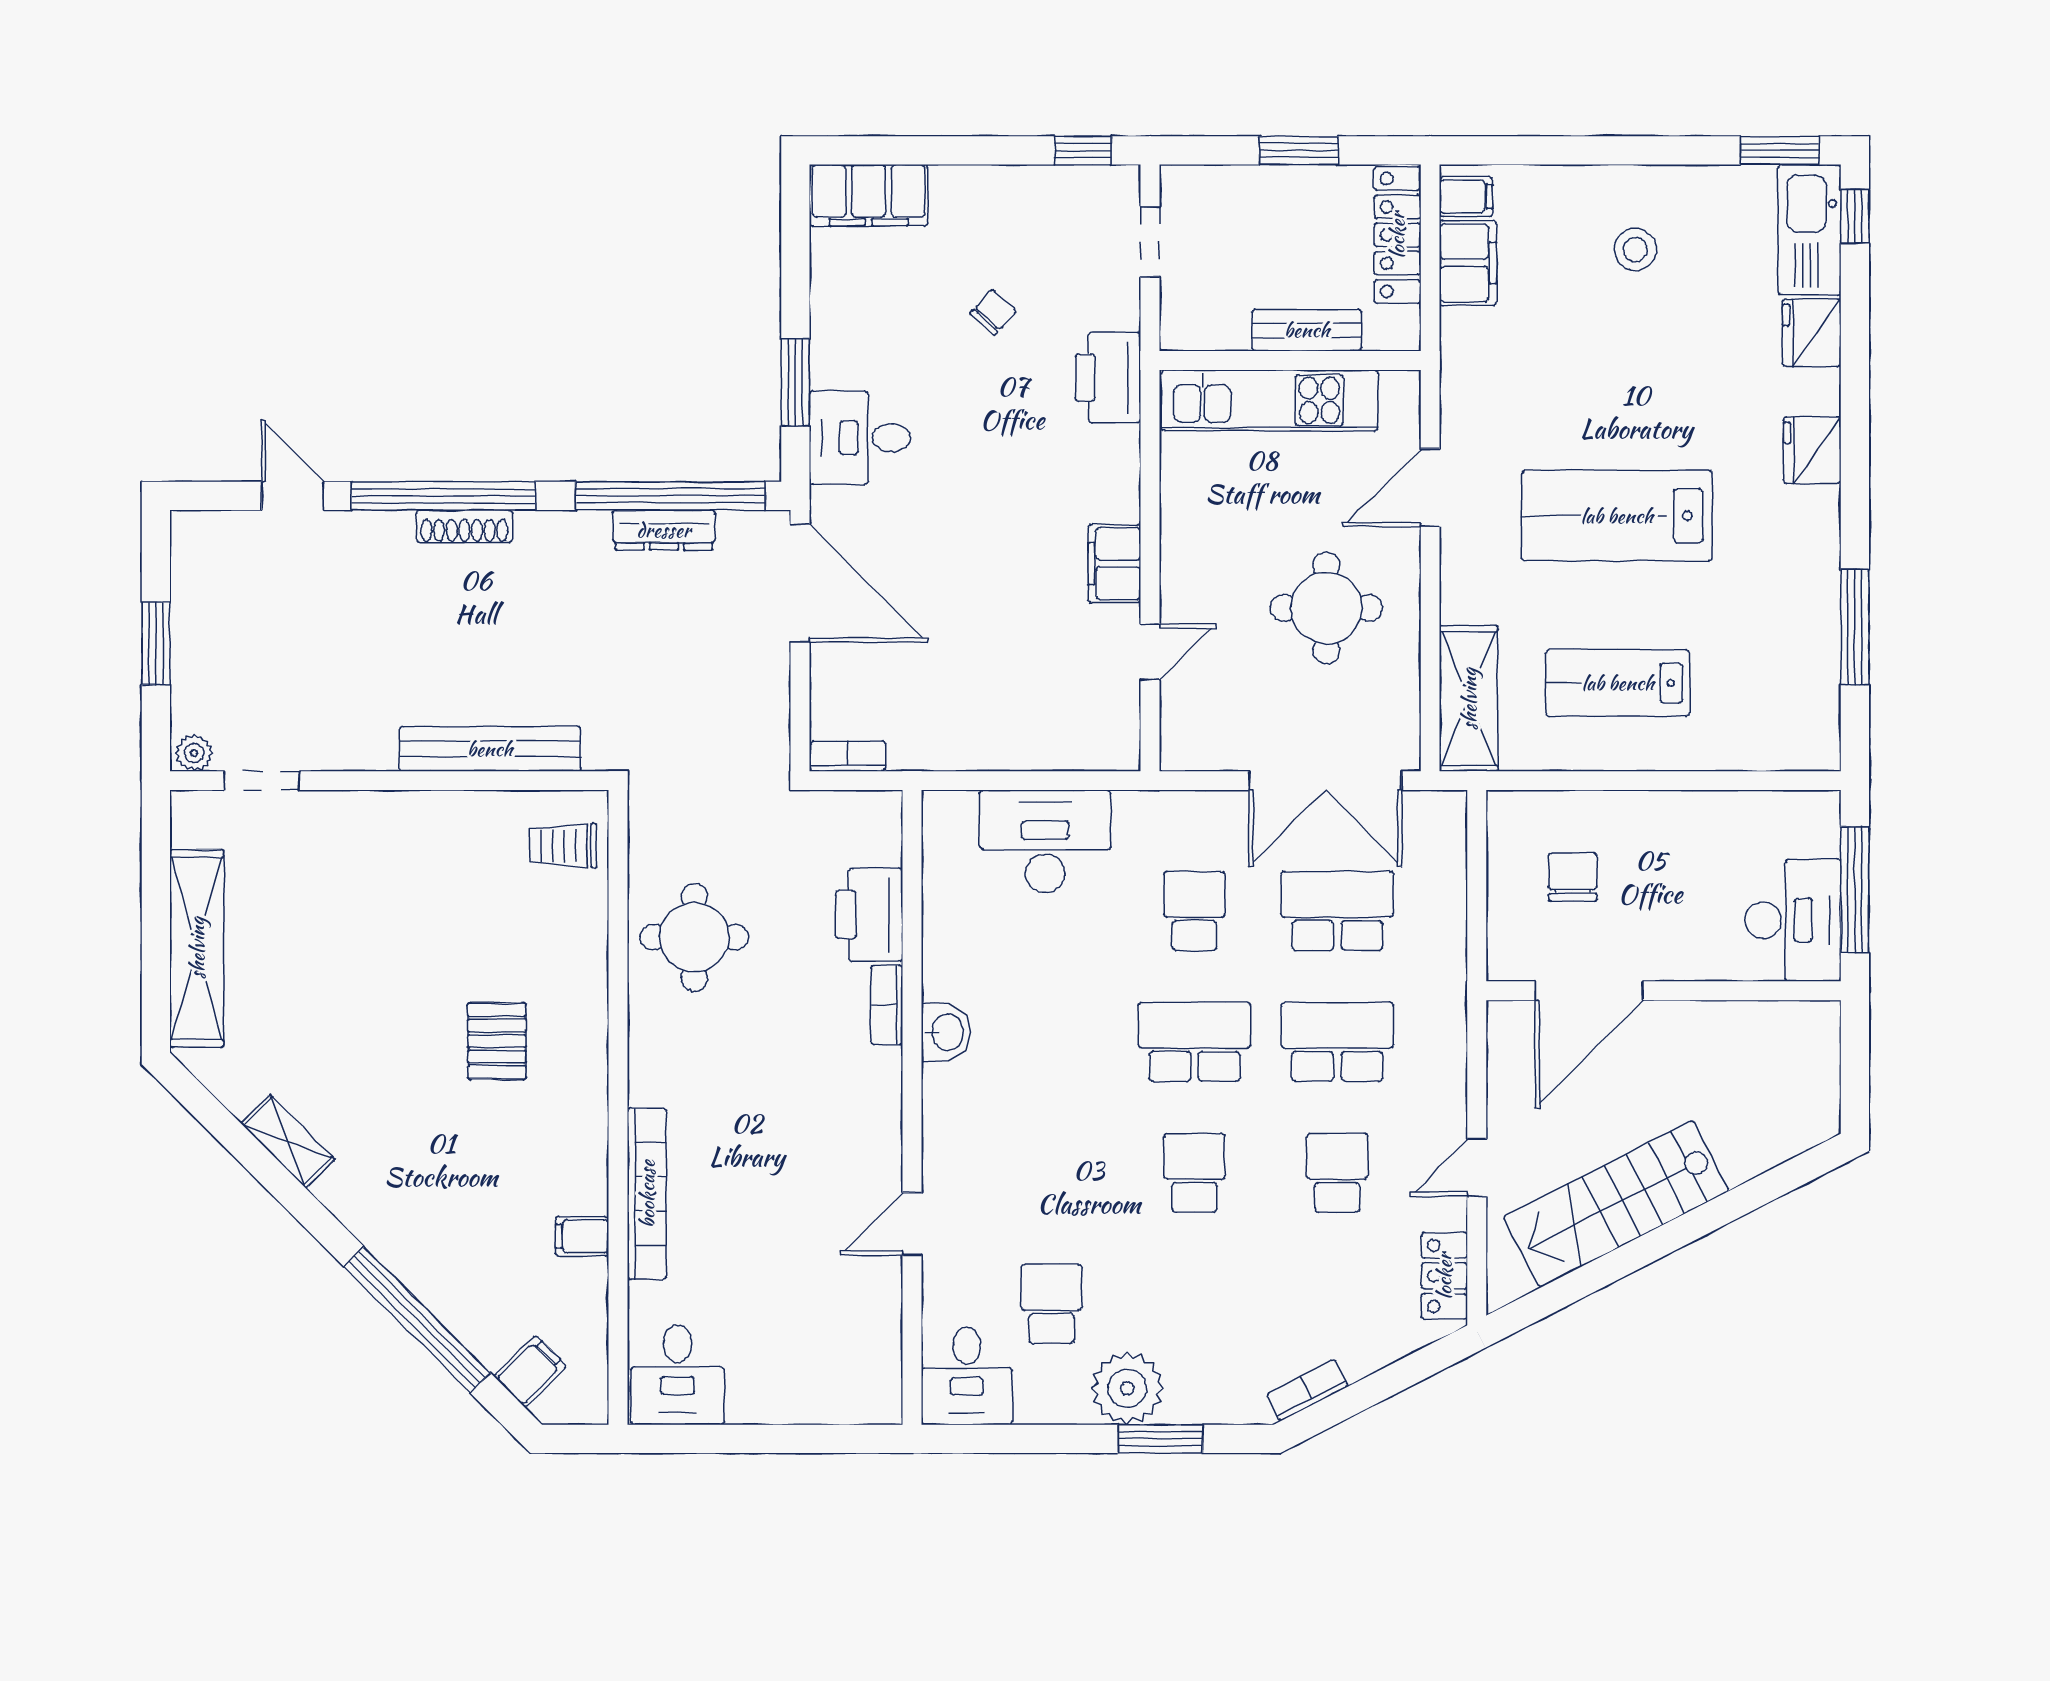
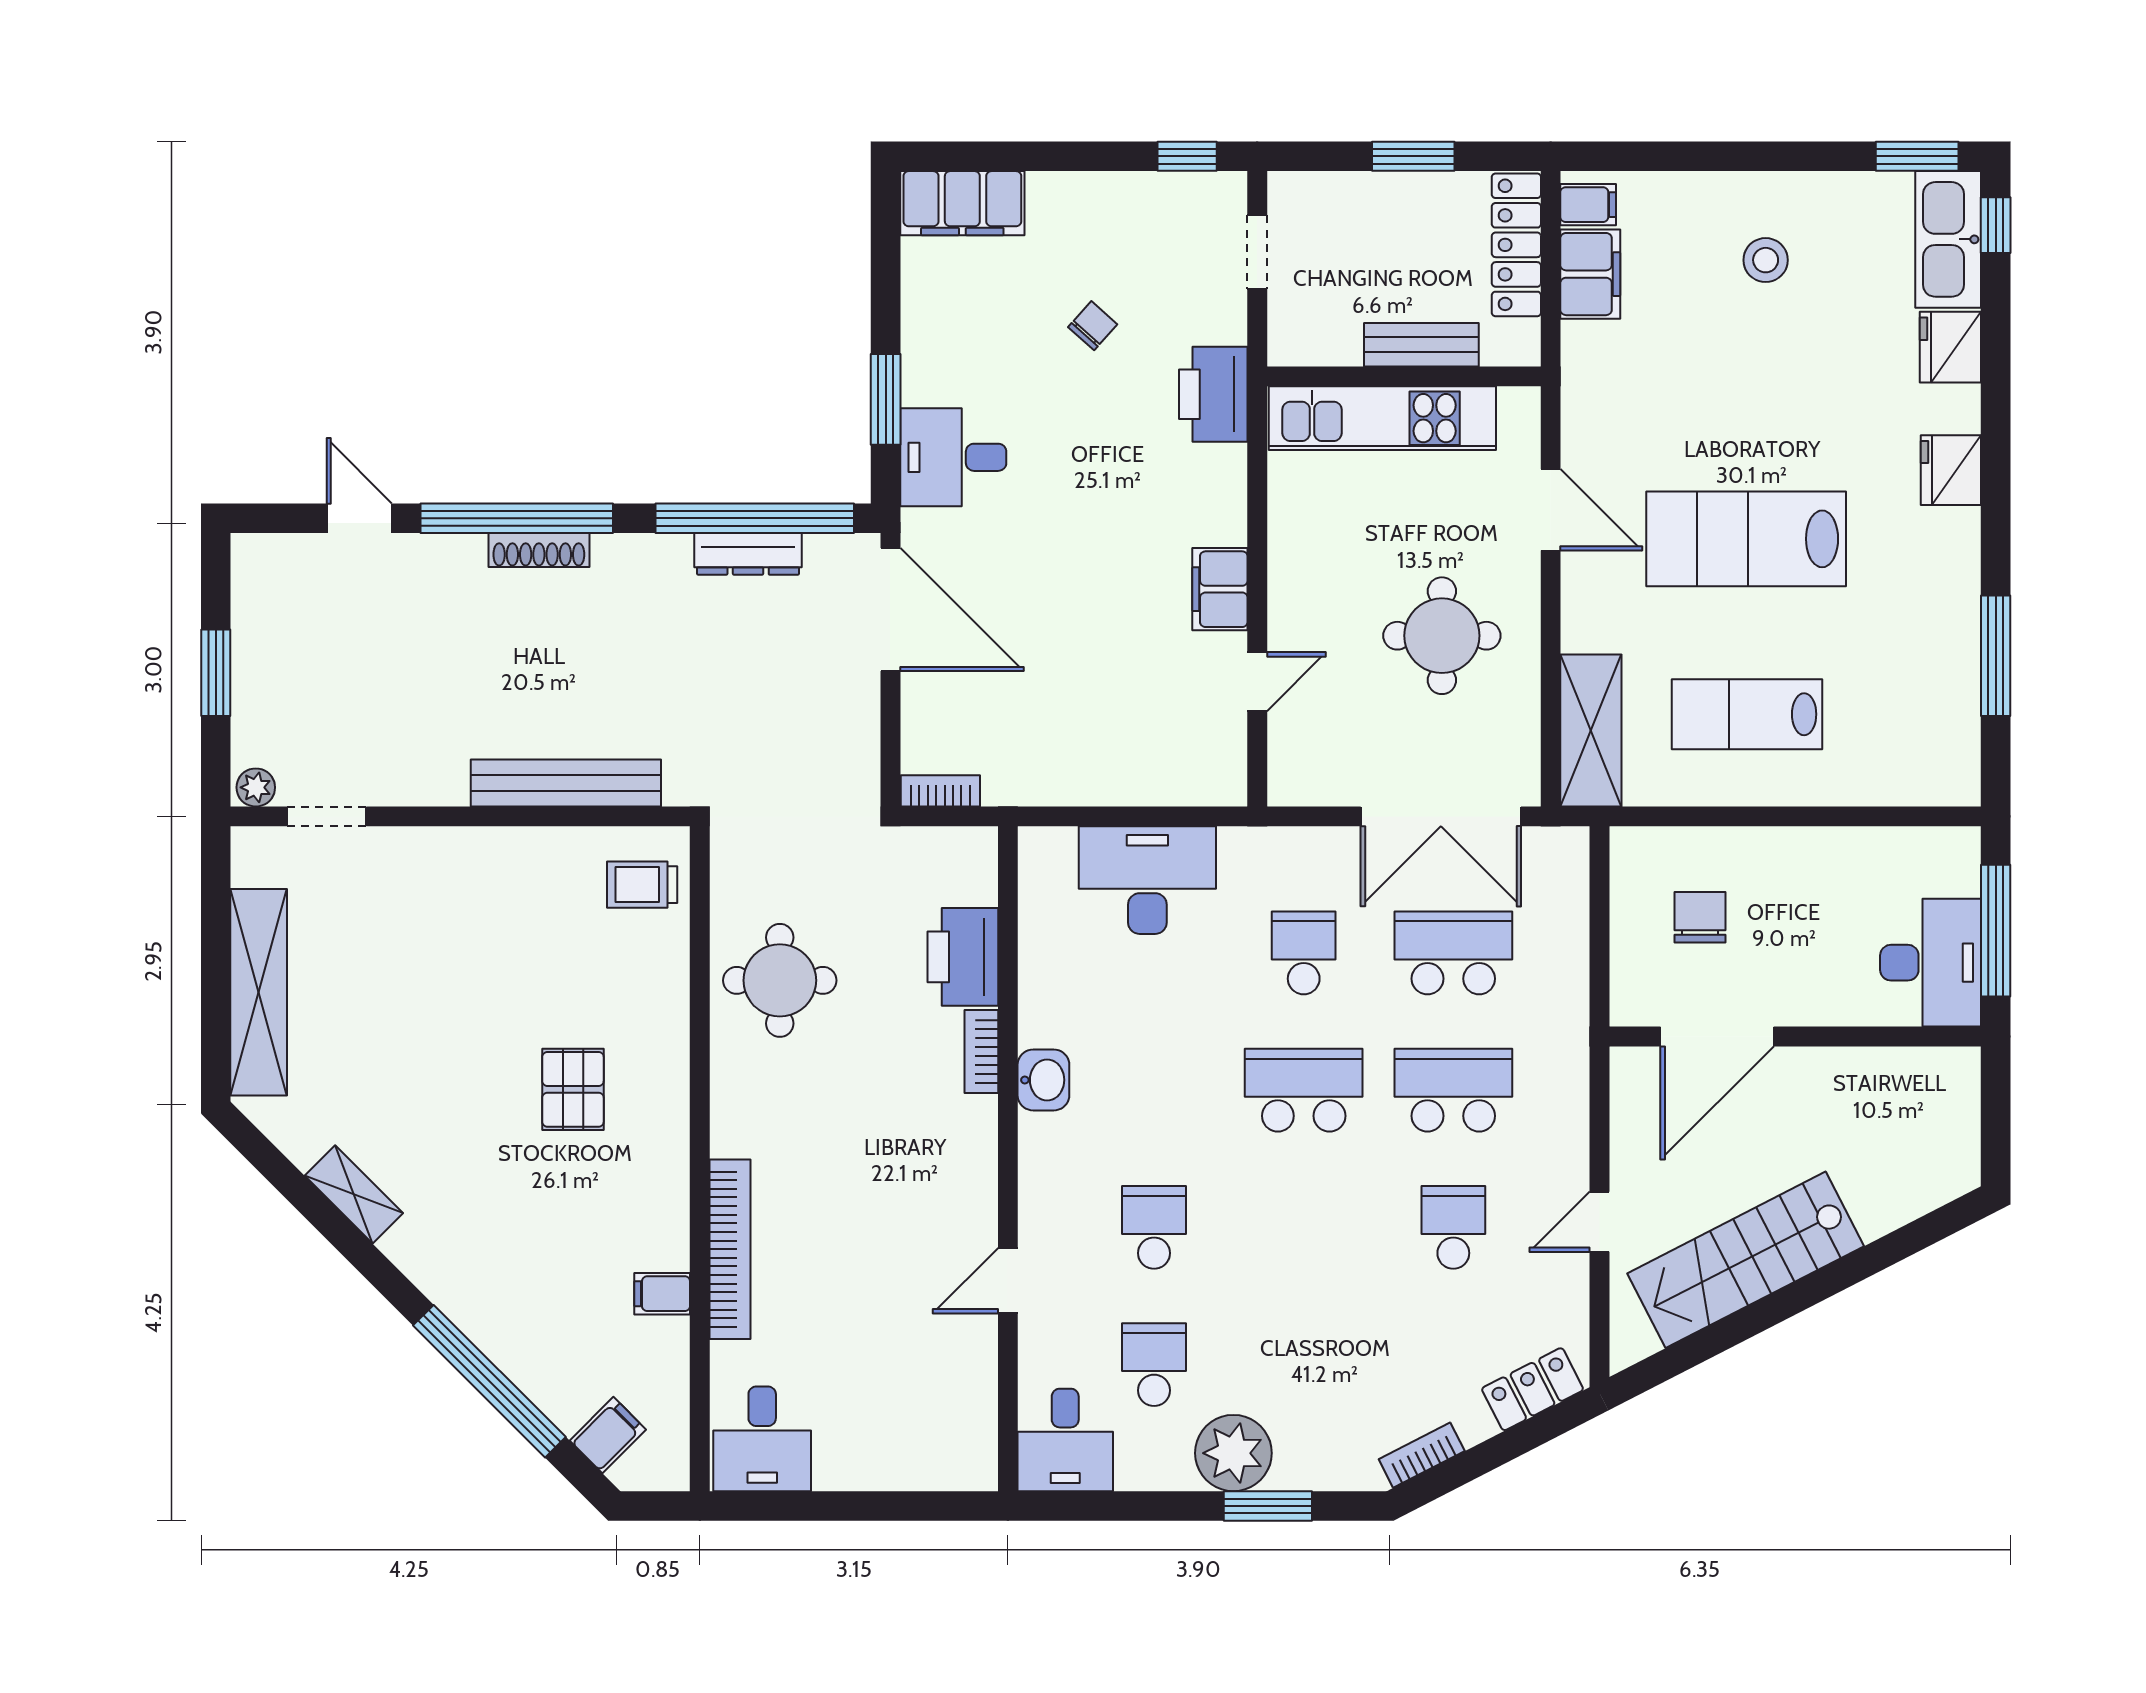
door: (1430, 488) -> (1551, 510), swing flipped
school desk: (1194, 1173) -> (1154, 1227), moved
locker: (1444, 1276) -> (1533, 1389), moved, turned 63

